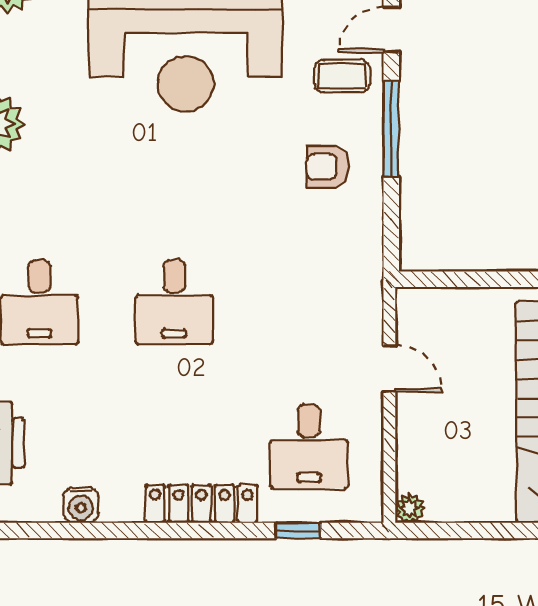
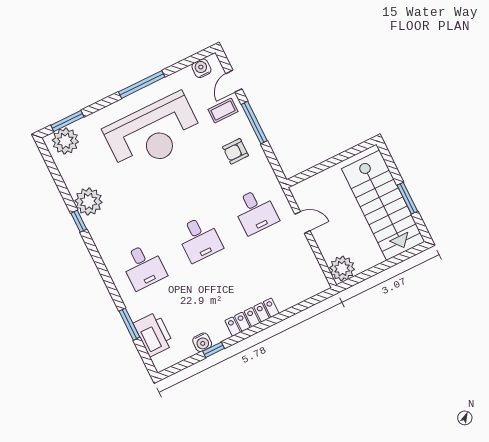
desk: (309, 447) -> (255, 211), moved
plant: (410, 508) -> (342, 268), width x1.88, depth x1.88
window: (298, 530) -> (214, 350), moved

